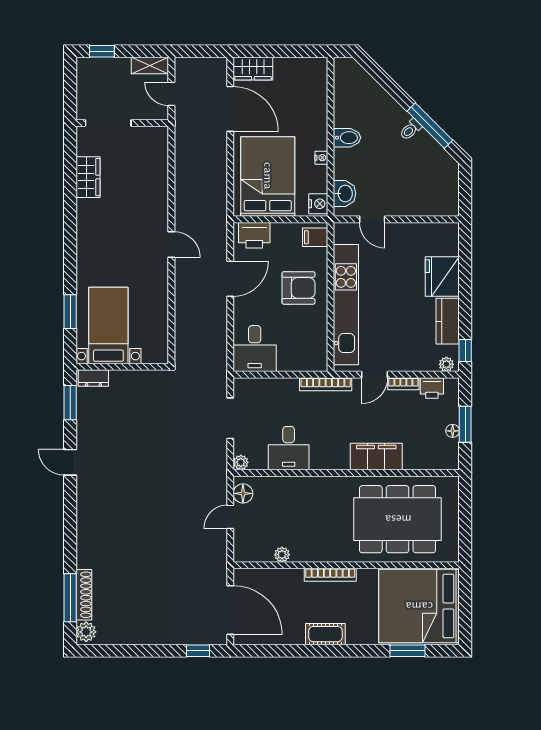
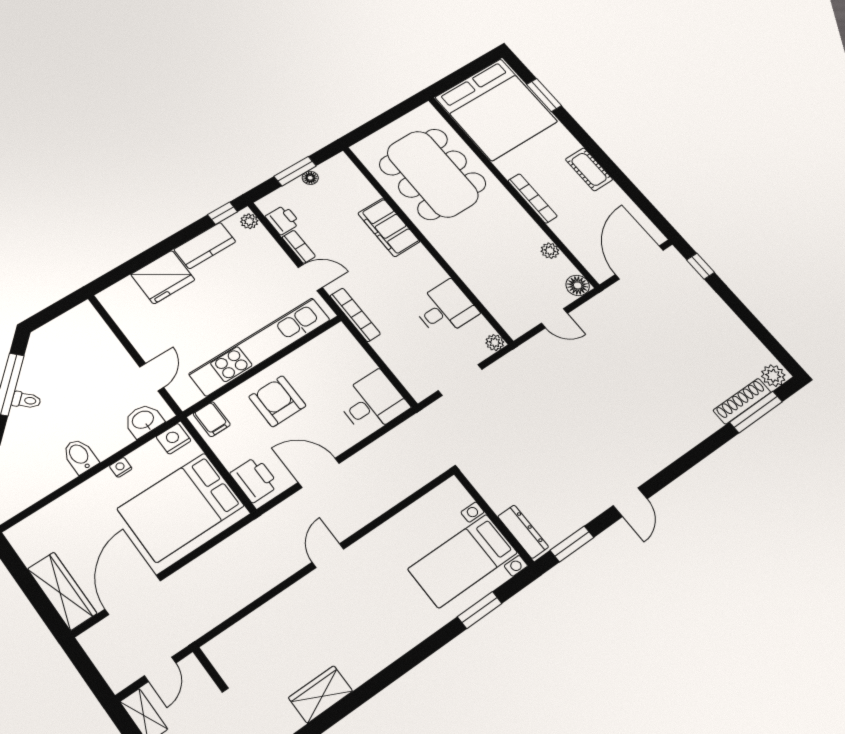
wardrobe: (253, 69) -> (62, 591), width x1.50
dresser: (93, 378) -> (523, 532), width x1.44
floor lamp: (243, 493) -> (578, 285), moved

